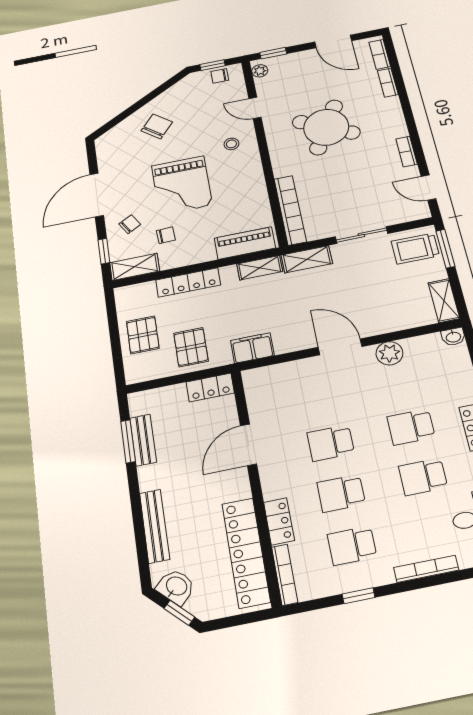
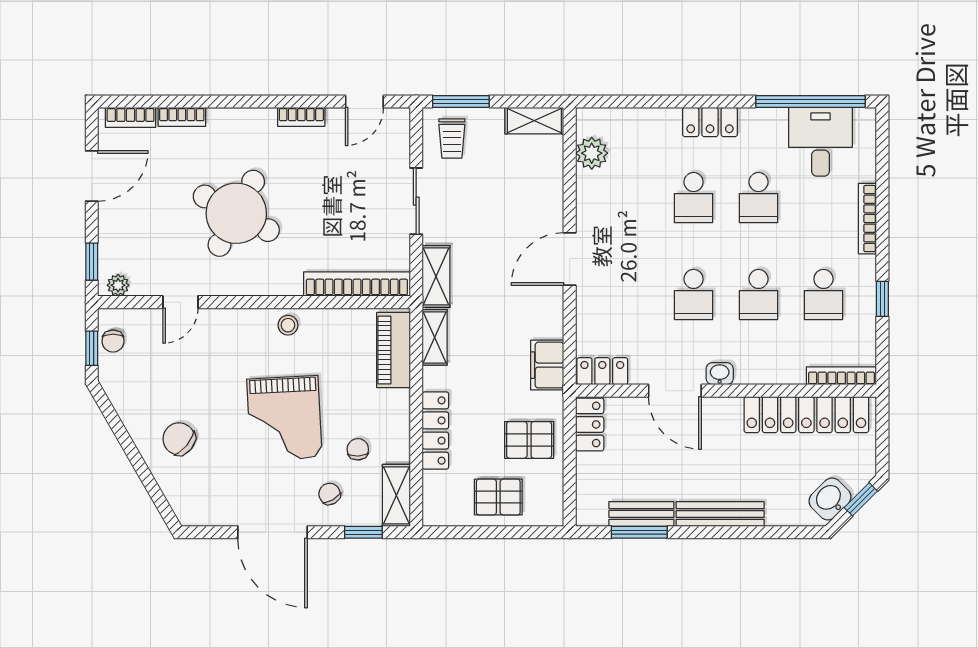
stool: (231, 144) -> (288, 325), moved
grand piano: (182, 185) -> (284, 418), turned 87
trolley: (415, 249) -> (452, 138), width x0.73, depth x0.72
washbasin: (453, 337) -> (720, 374), moved, turned -90
plant: (389, 353) -> (592, 153), moved
locker: (279, 521) -> (602, 371), moved
bench: (155, 526) -> (720, 514), moved

